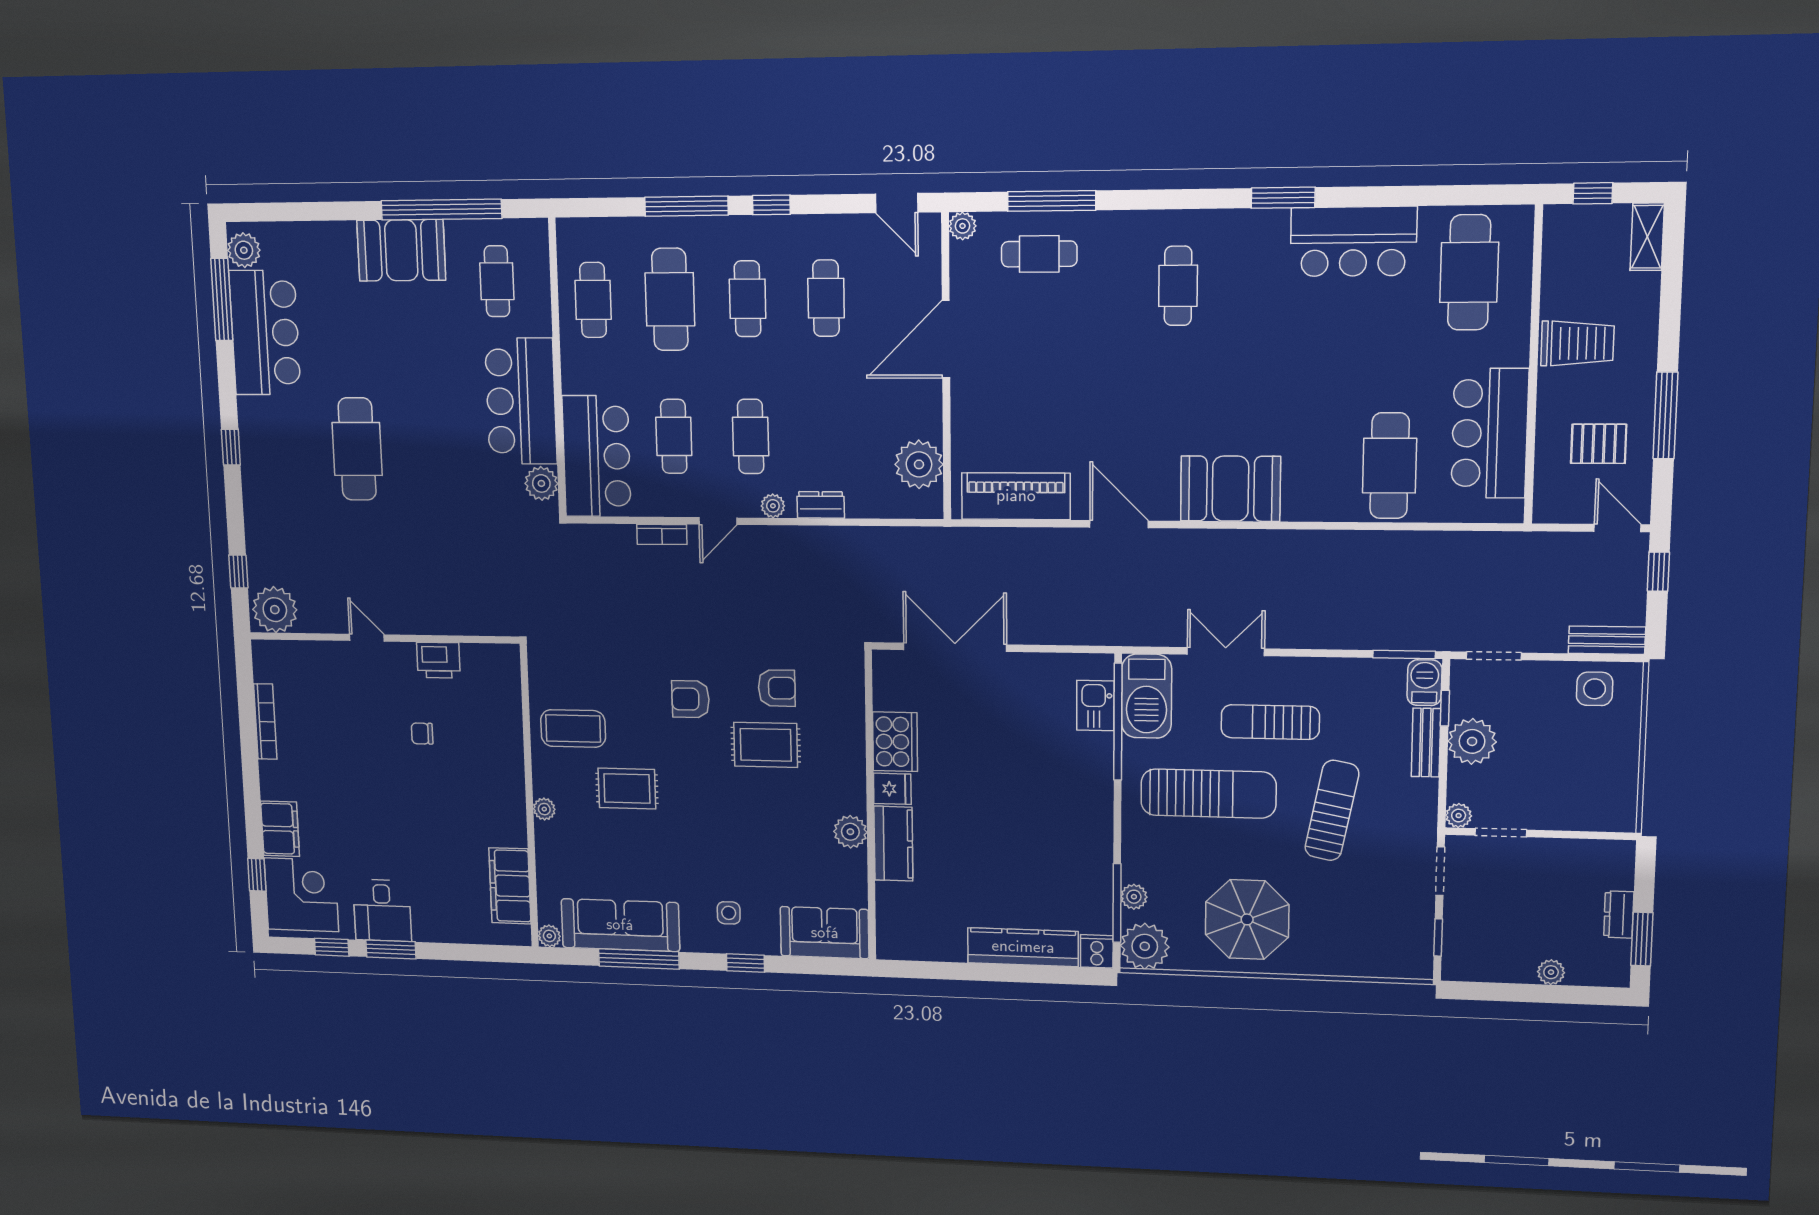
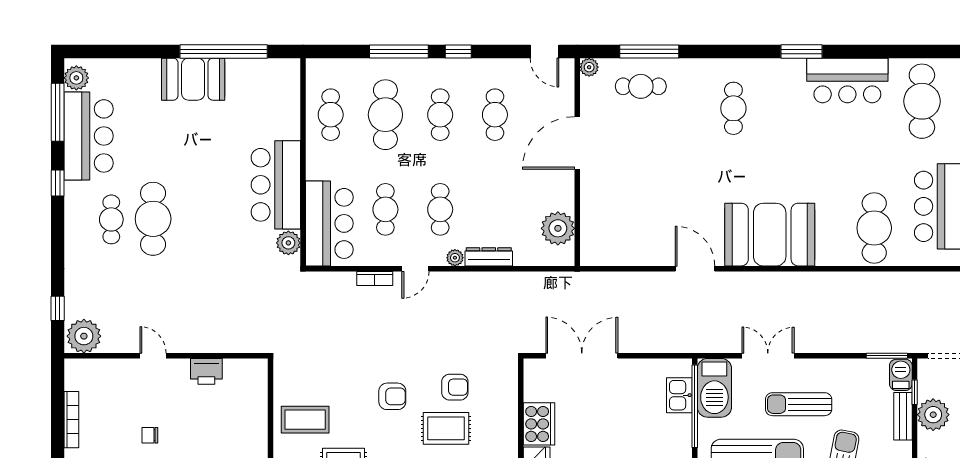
cafe table: (497, 281) -> (111, 219), moved
window: (231, 447) -> (58, 183), moved
booth: (1230, 489) -> (770, 235), width x1.36, depth x1.42
piano: (1016, 496) -> (625, 250), removed
dresser: (821, 505) -> (489, 257), width x1.44
armchair: (691, 699) -> (392, 396), turned 180
chair: (422, 734) -> (150, 435), moved

